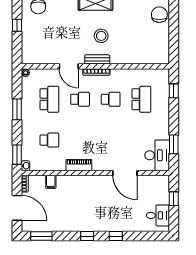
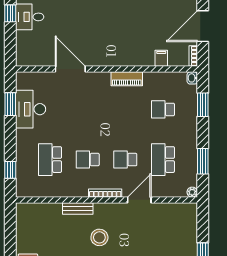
bench: (97, 59) -> (78, 208), moved
door: (69, 66) -> (139, 200), hinge flipped
window: (17, 109) -> (203, 161), moved
window: (17, 155) -> (203, 105), moved
desk: (157, 155) -> (31, 109), moved
window: (174, 199) -> (10, 13), moved
door: (17, 208) -> (203, 26), hinge flipped

